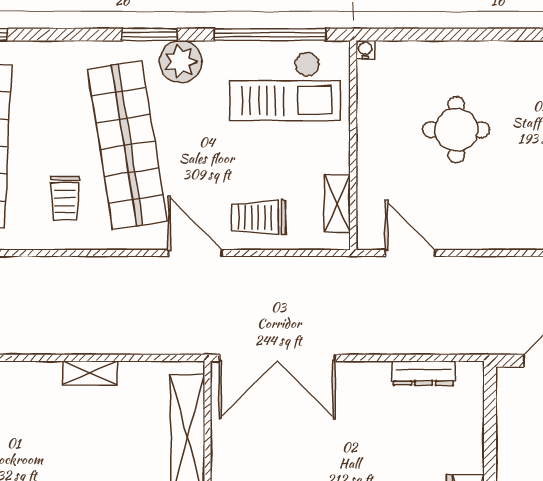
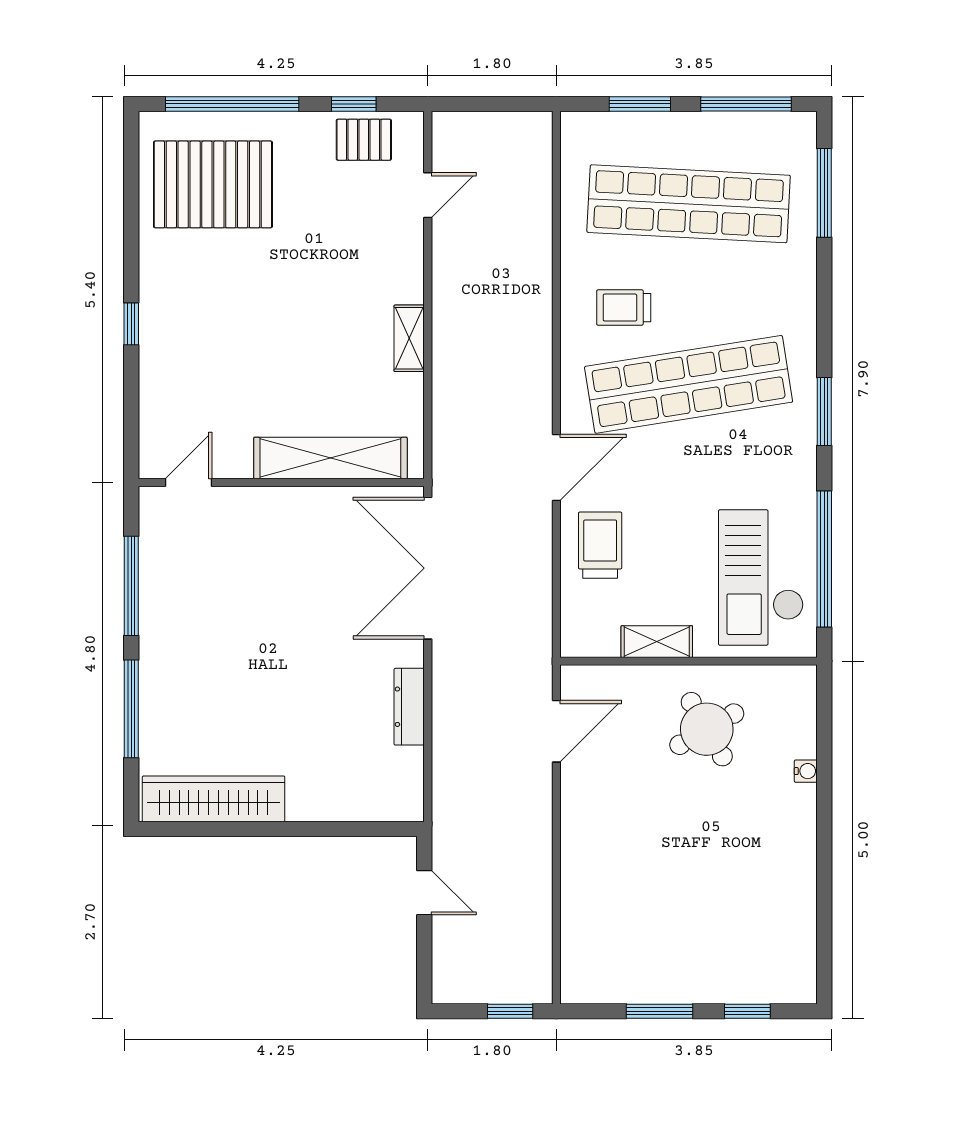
water cooler: (365, 50) -> (806, 771), moved
plant: (181, 62) -> (791, 450), removed
round table: (456, 130) -> (707, 729), moved, turned -30
shelving: (337, 203) -> (657, 642), moved
dresser: (424, 373) -> (409, 707), moved

